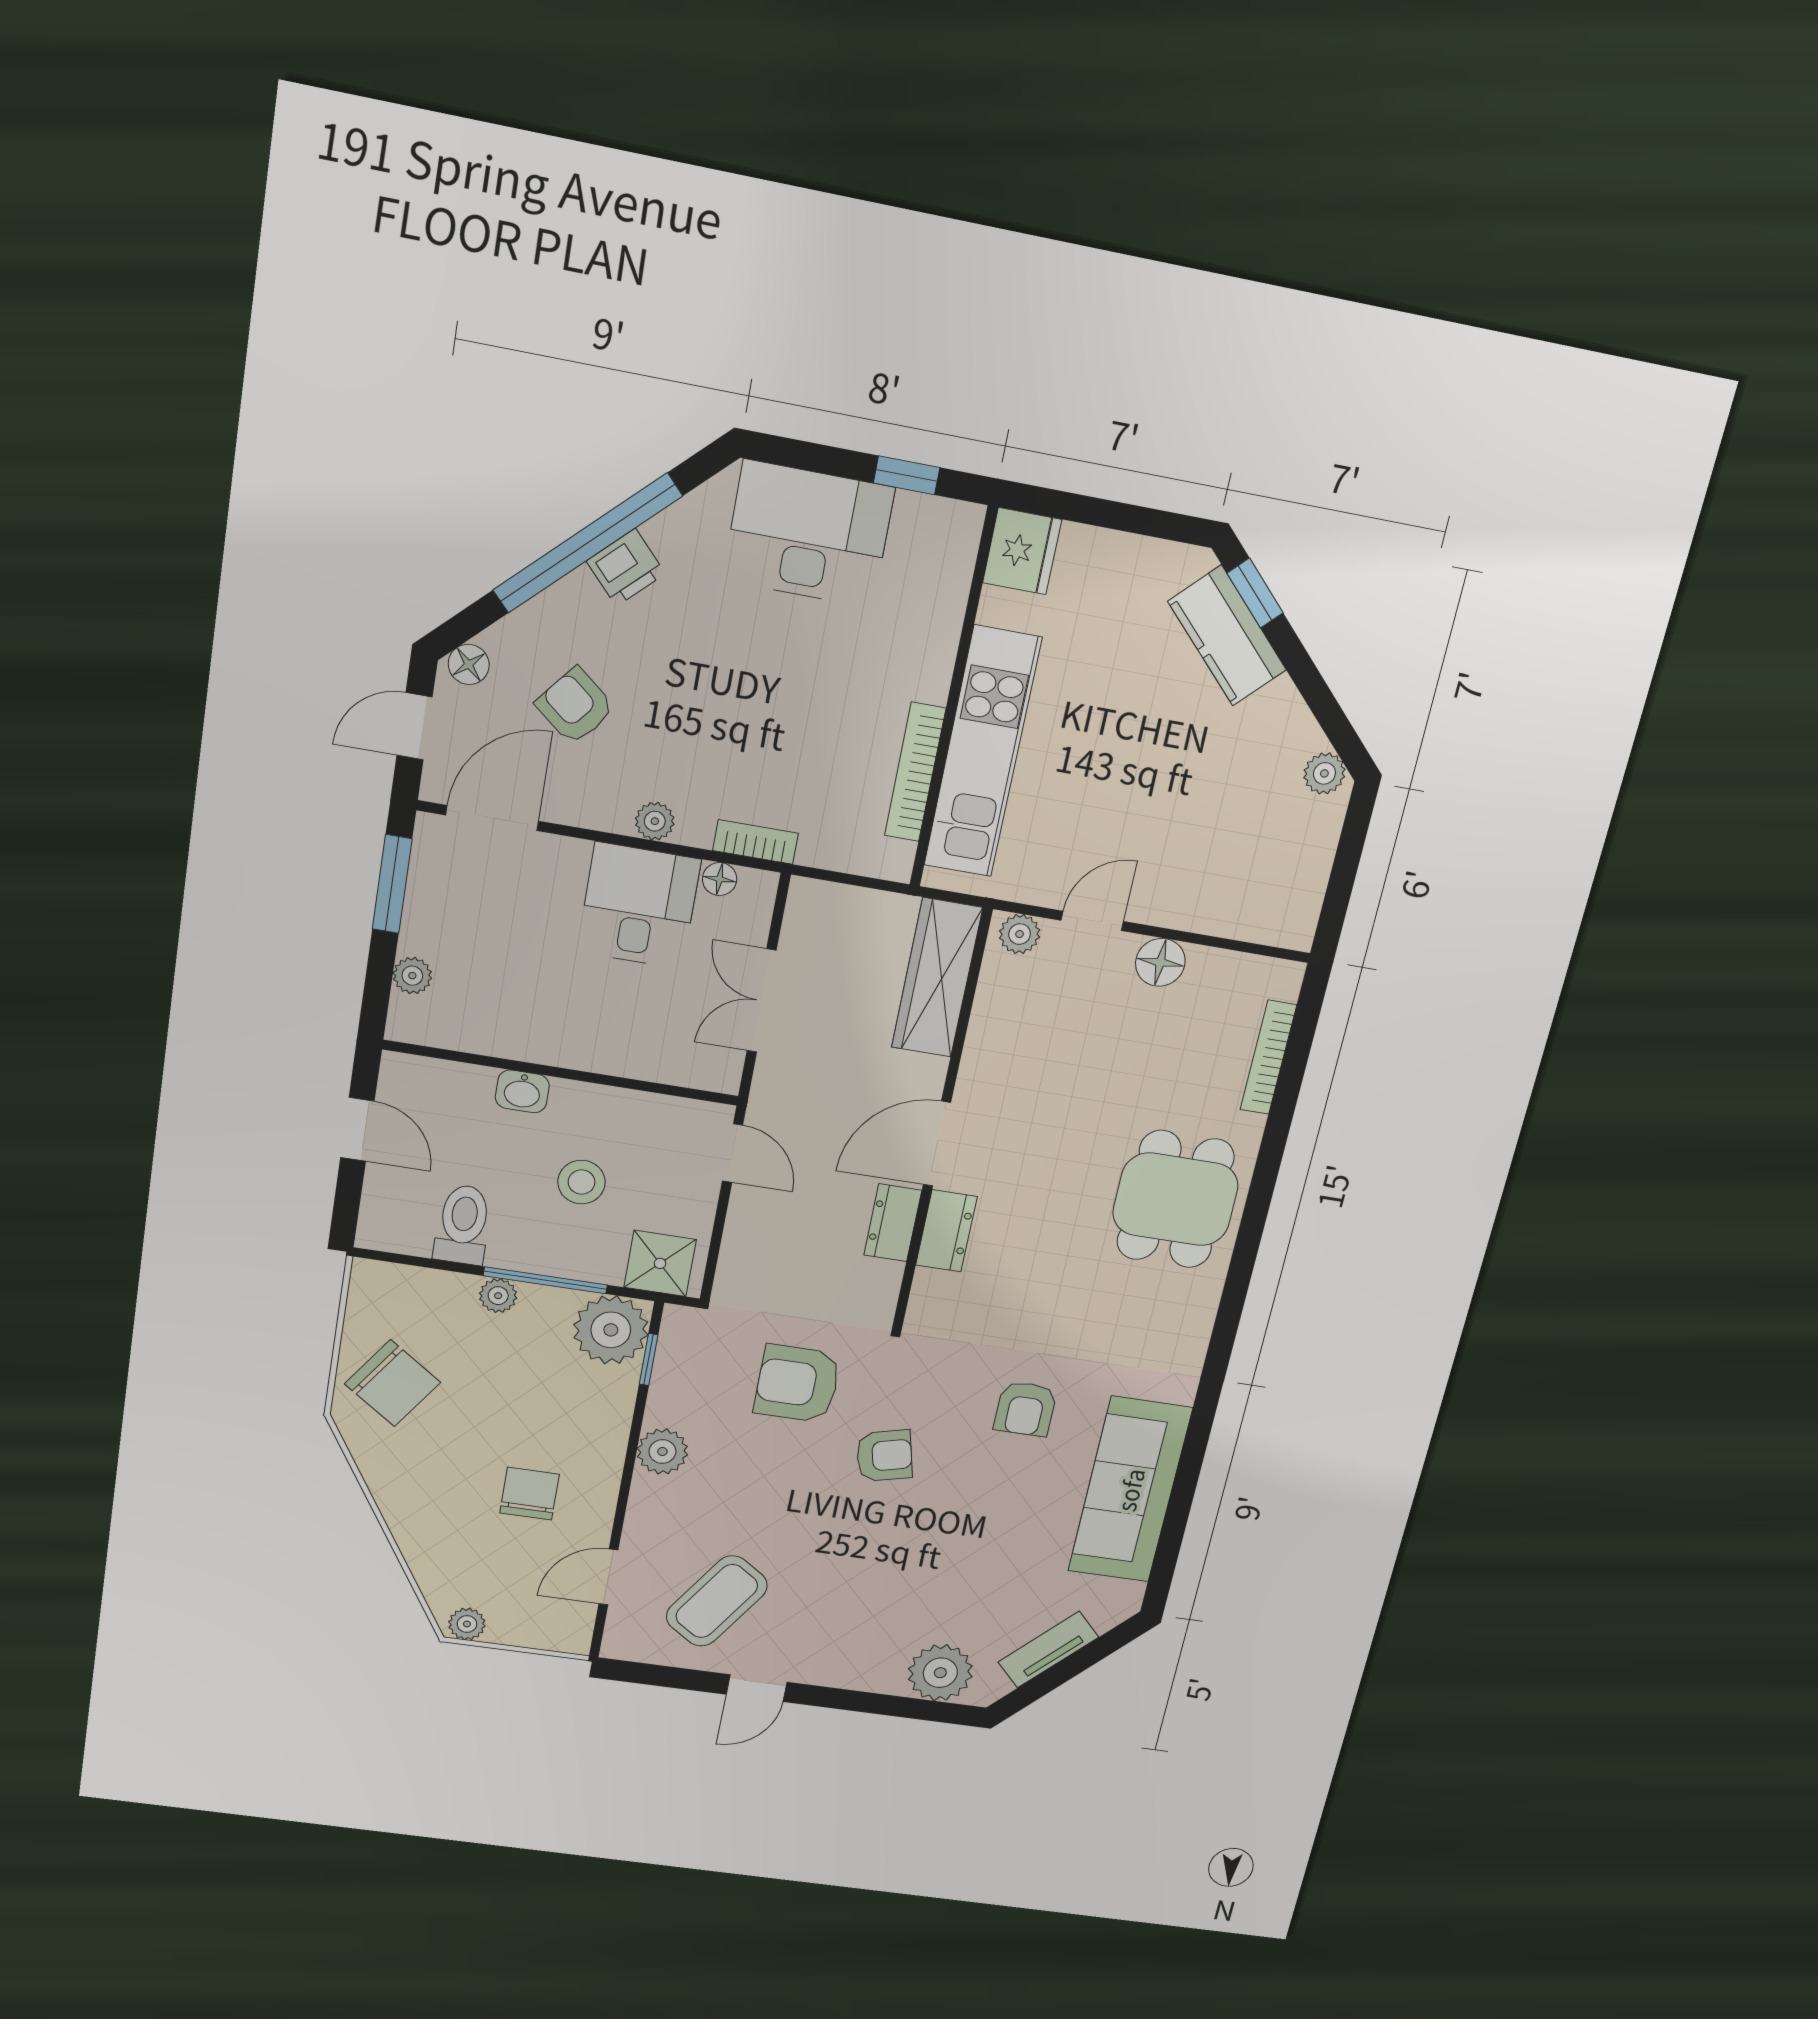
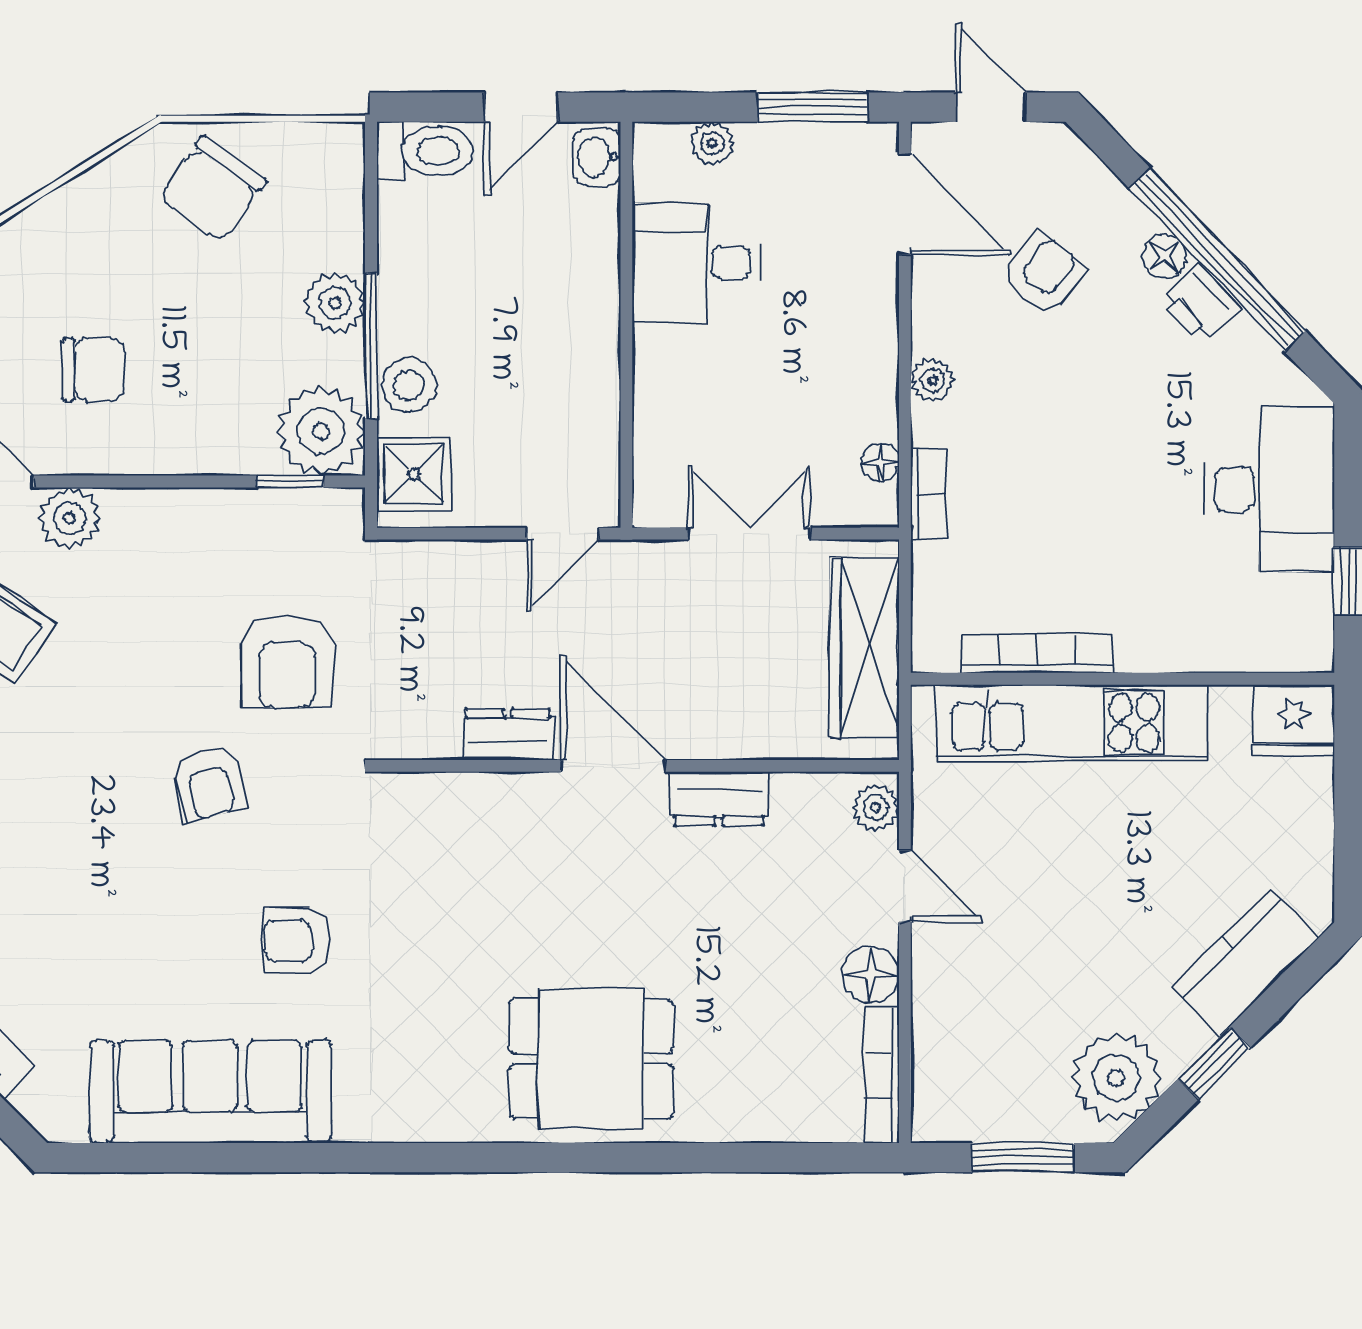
window: (1255, 593) -> (1214, 1063), moved
floor lamp: (469, 664) -> (1164, 257), moved
plant: (1324, 773) -> (1116, 1078), width x1.88, depth x1.88
window: (1347, 861) -> (1023, 1158), added
desk: (639, 906) -> (696, 263), moved, turned 180
wardrobe: (937, 978) -> (864, 647), moved, turned -90
bookcase: (1268, 1057) -> (882, 1075), moved, turned -90
washbasin: (522, 1091) -> (597, 157), moved
stool: (582, 1182) -> (409, 385), moved
toilet: (463, 1225) -> (425, 151), moved
dresser: (946, 1231) -> (719, 799), moved
plant: (498, 1296) -> (335, 303), width x1.38, depth x1.38
armchair: (797, 1384) -> (287, 662), turned 180
plant: (662, 1452) -> (69, 518), moved

